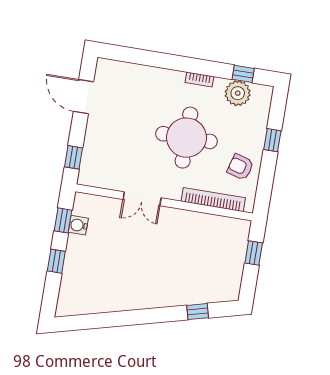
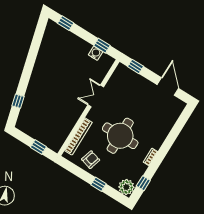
plant: (238, 93) -> (126, 187), moved
door: (84, 97) -> (168, 87), hinge flipped
window: (56, 261) -> (66, 23), moved

